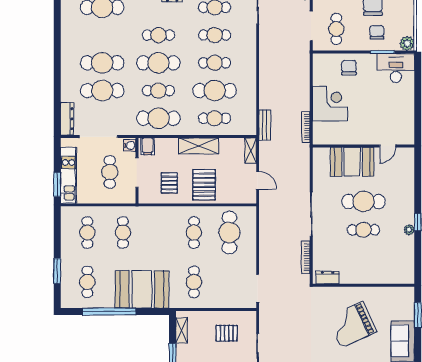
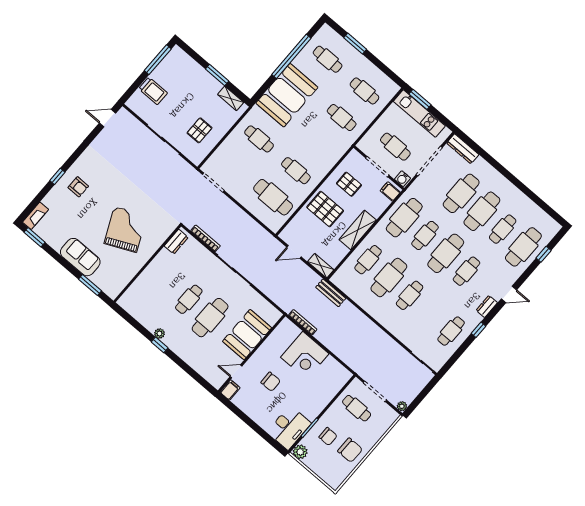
cafe table: (215, 35) -> (503, 229), moved
chair: (349, 68) -> (271, 382), moved
filing cabinet: (406, 138) -> (230, 390), added
door: (388, 146) -> (236, 371), hinge flipped

